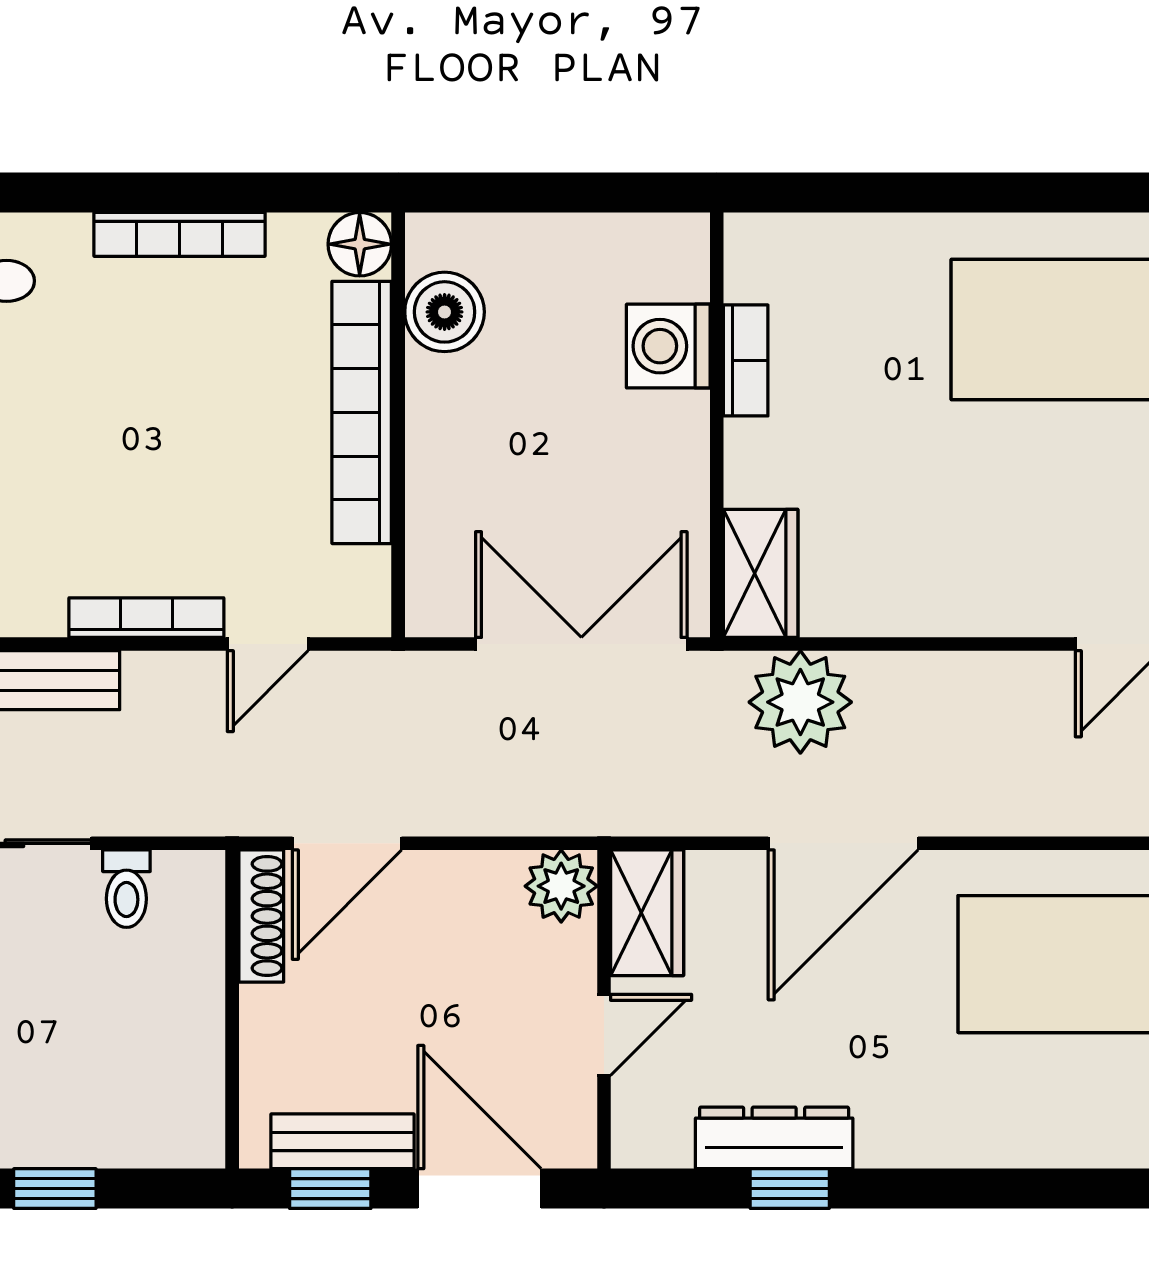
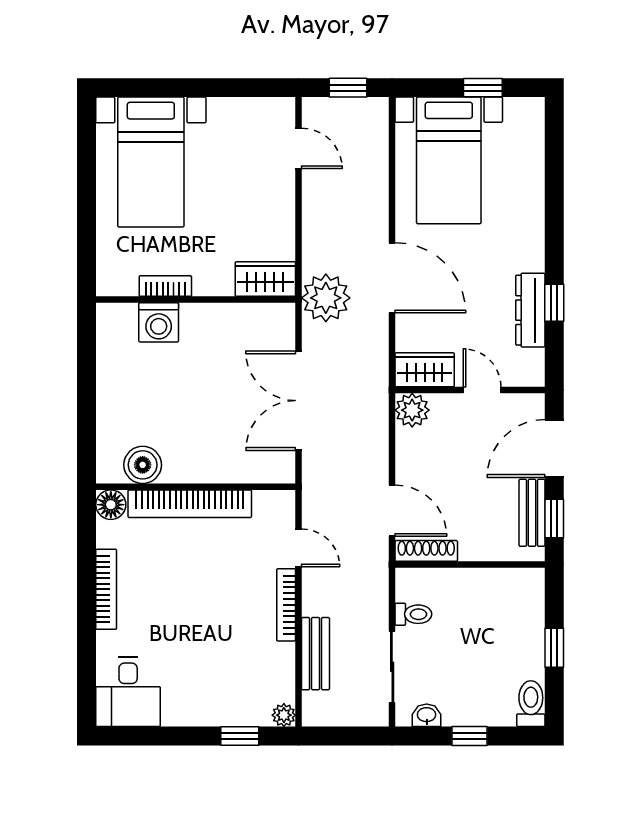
washing machine: (668, 346) -> (159, 322), moved
bookcase: (746, 360) -> (165, 286), moved
wall: (717, 425) -> (196, 300), moved
wardrobe: (761, 573) -> (265, 279), moved

